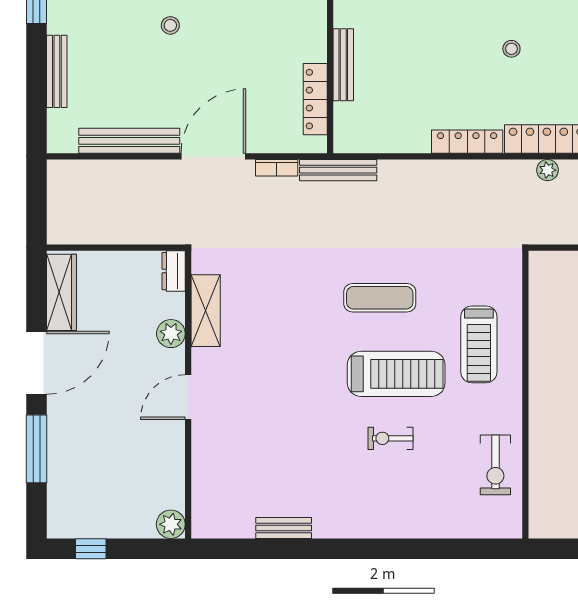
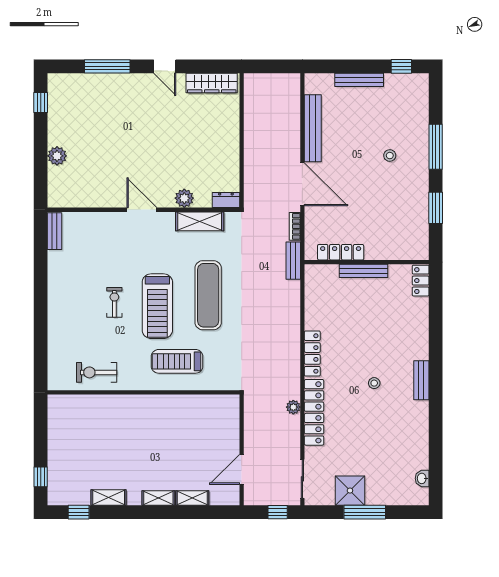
bench: (338, 170) -> (293, 261), width x0.73
dresser: (174, 271) -> (226, 200), moved
exercise mat: (380, 298) -> (208, 295), width x1.36, depth x1.45
shelving: (206, 311) -> (200, 221), moved
plant: (171, 334) -> (184, 198), moved
door: (37, 363) -> (165, 66), width x0.53
wall: (188, 395) -> (144, 210), moved
door: (188, 397) -> (142, 210), moved

